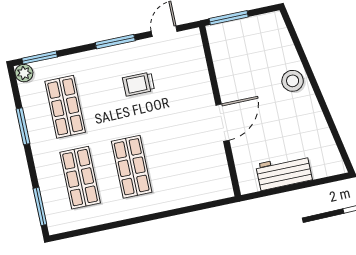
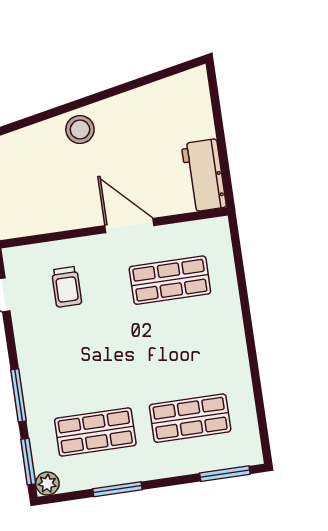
window: (115, 42) -> (19, 395), moved
trolley: (138, 84) -> (67, 287), moved
shop shelf: (132, 167) -> (170, 280), moved
workbench: (284, 172) -> (204, 175), moved

